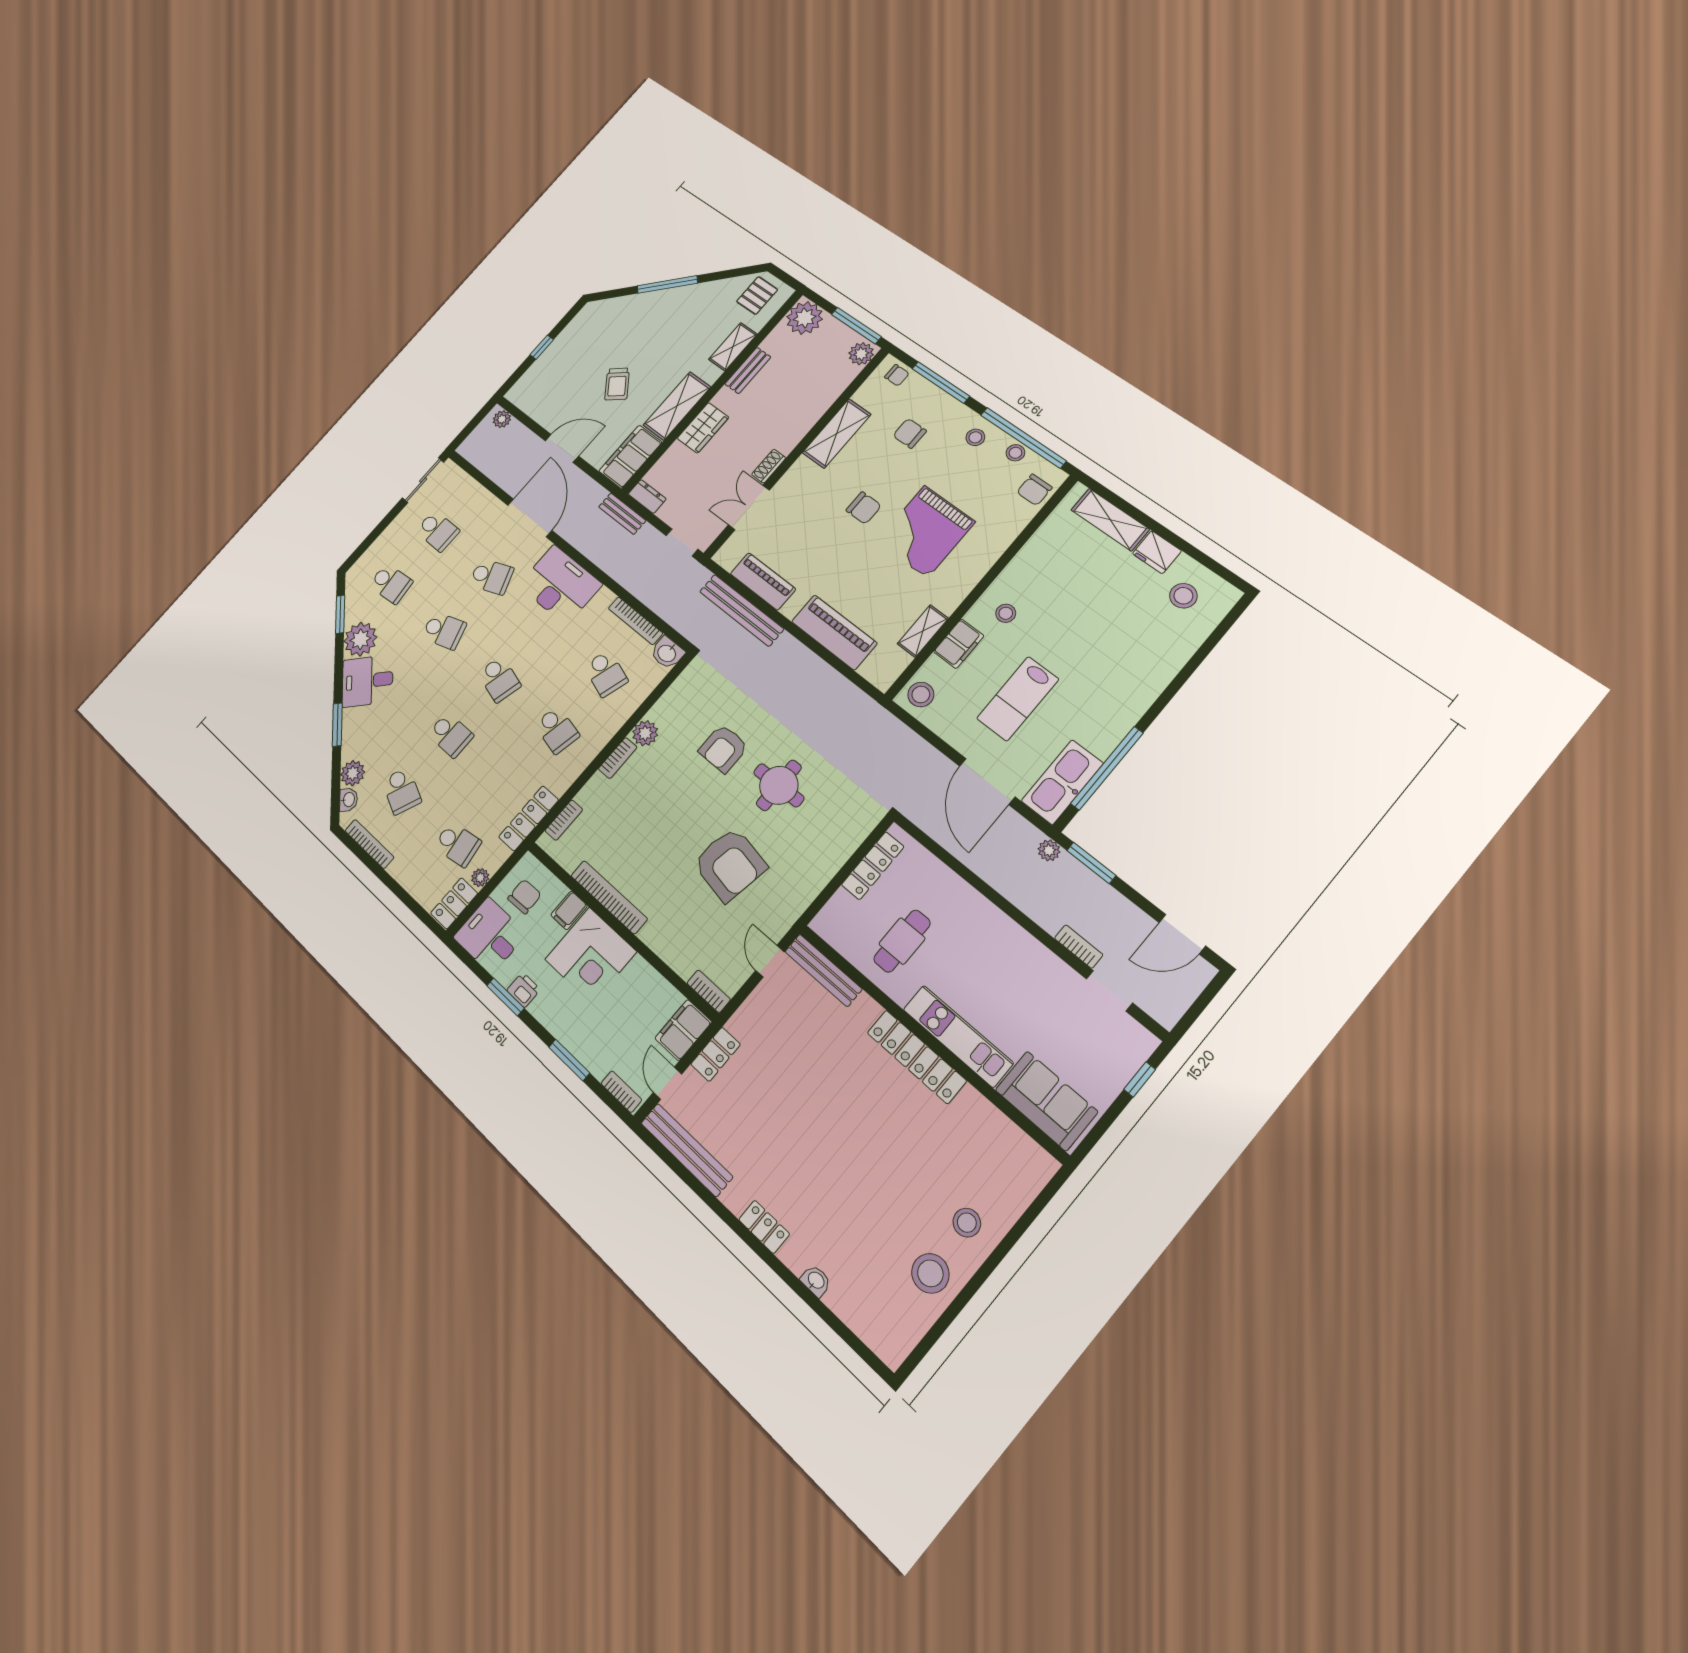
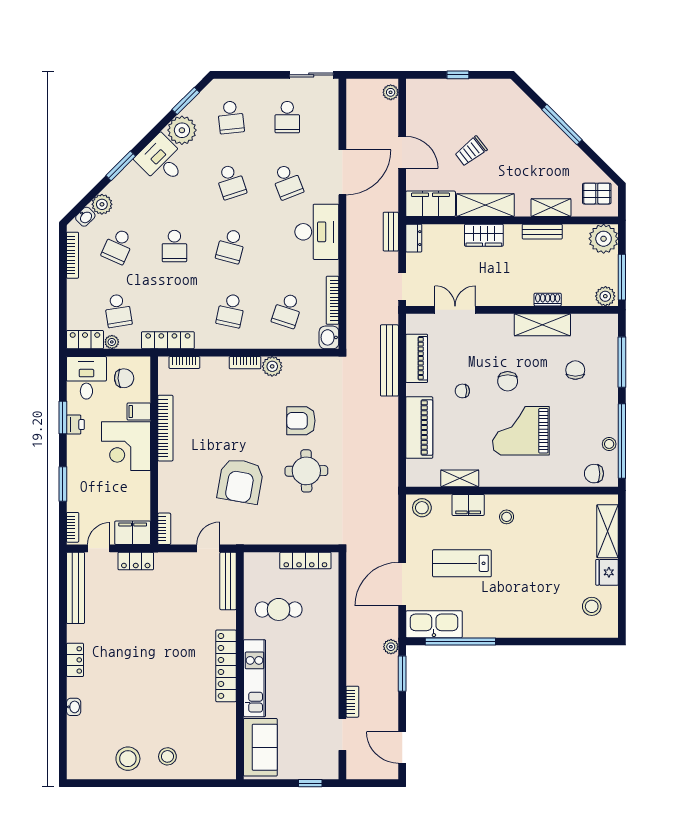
chair: (897, 375) -> (462, 391), moved, turned 90
stool: (975, 437) -> (602, 412), removed
shoe rack: (769, 466) -> (548, 300), moved

